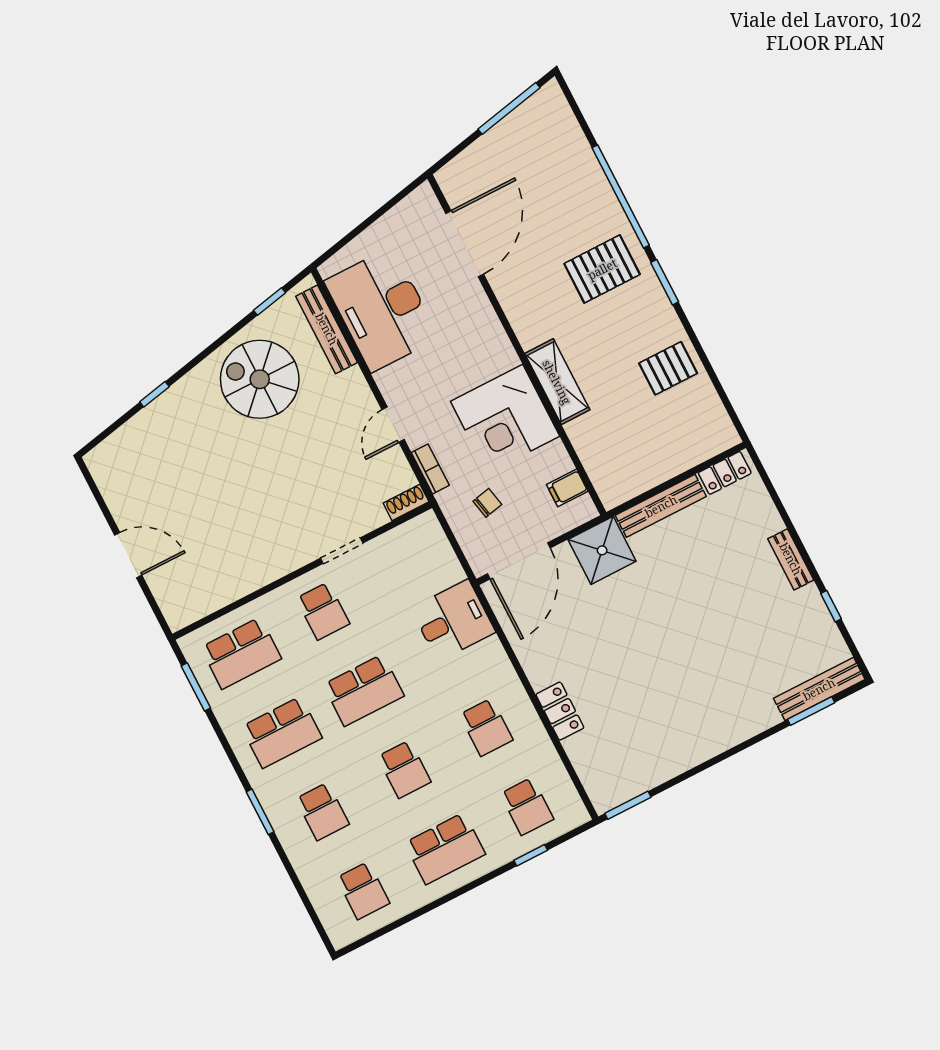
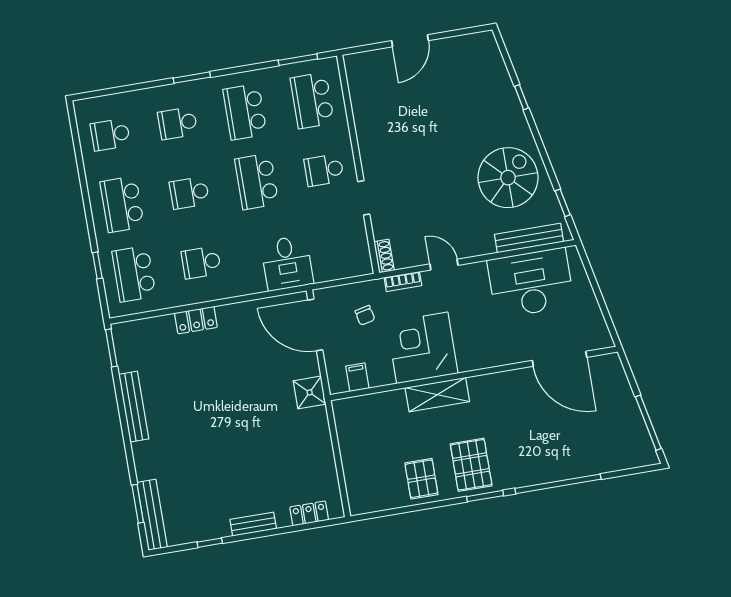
pallet: (602, 269) -> (471, 465), moved
locker: (725, 473) -> (309, 513), moved, turned 90
bench: (661, 506) -> (134, 407), moved
shower: (602, 550) -> (310, 392), width x0.73, depth x0.73
school desk: (527, 806) -> (134, 274), width x1.85

